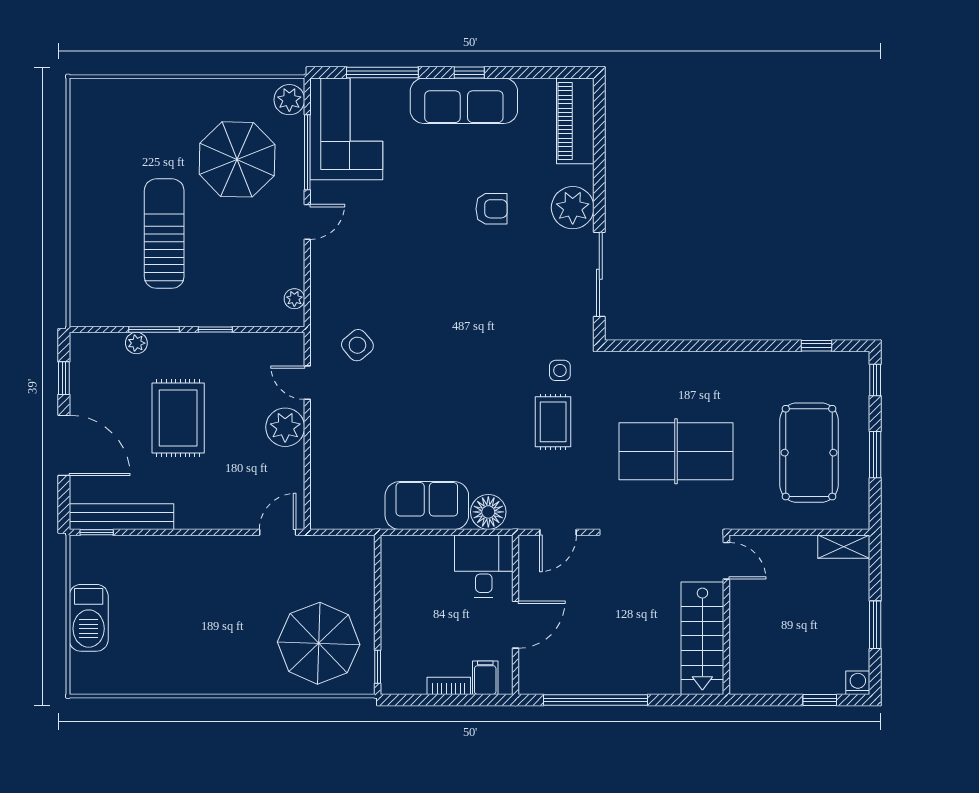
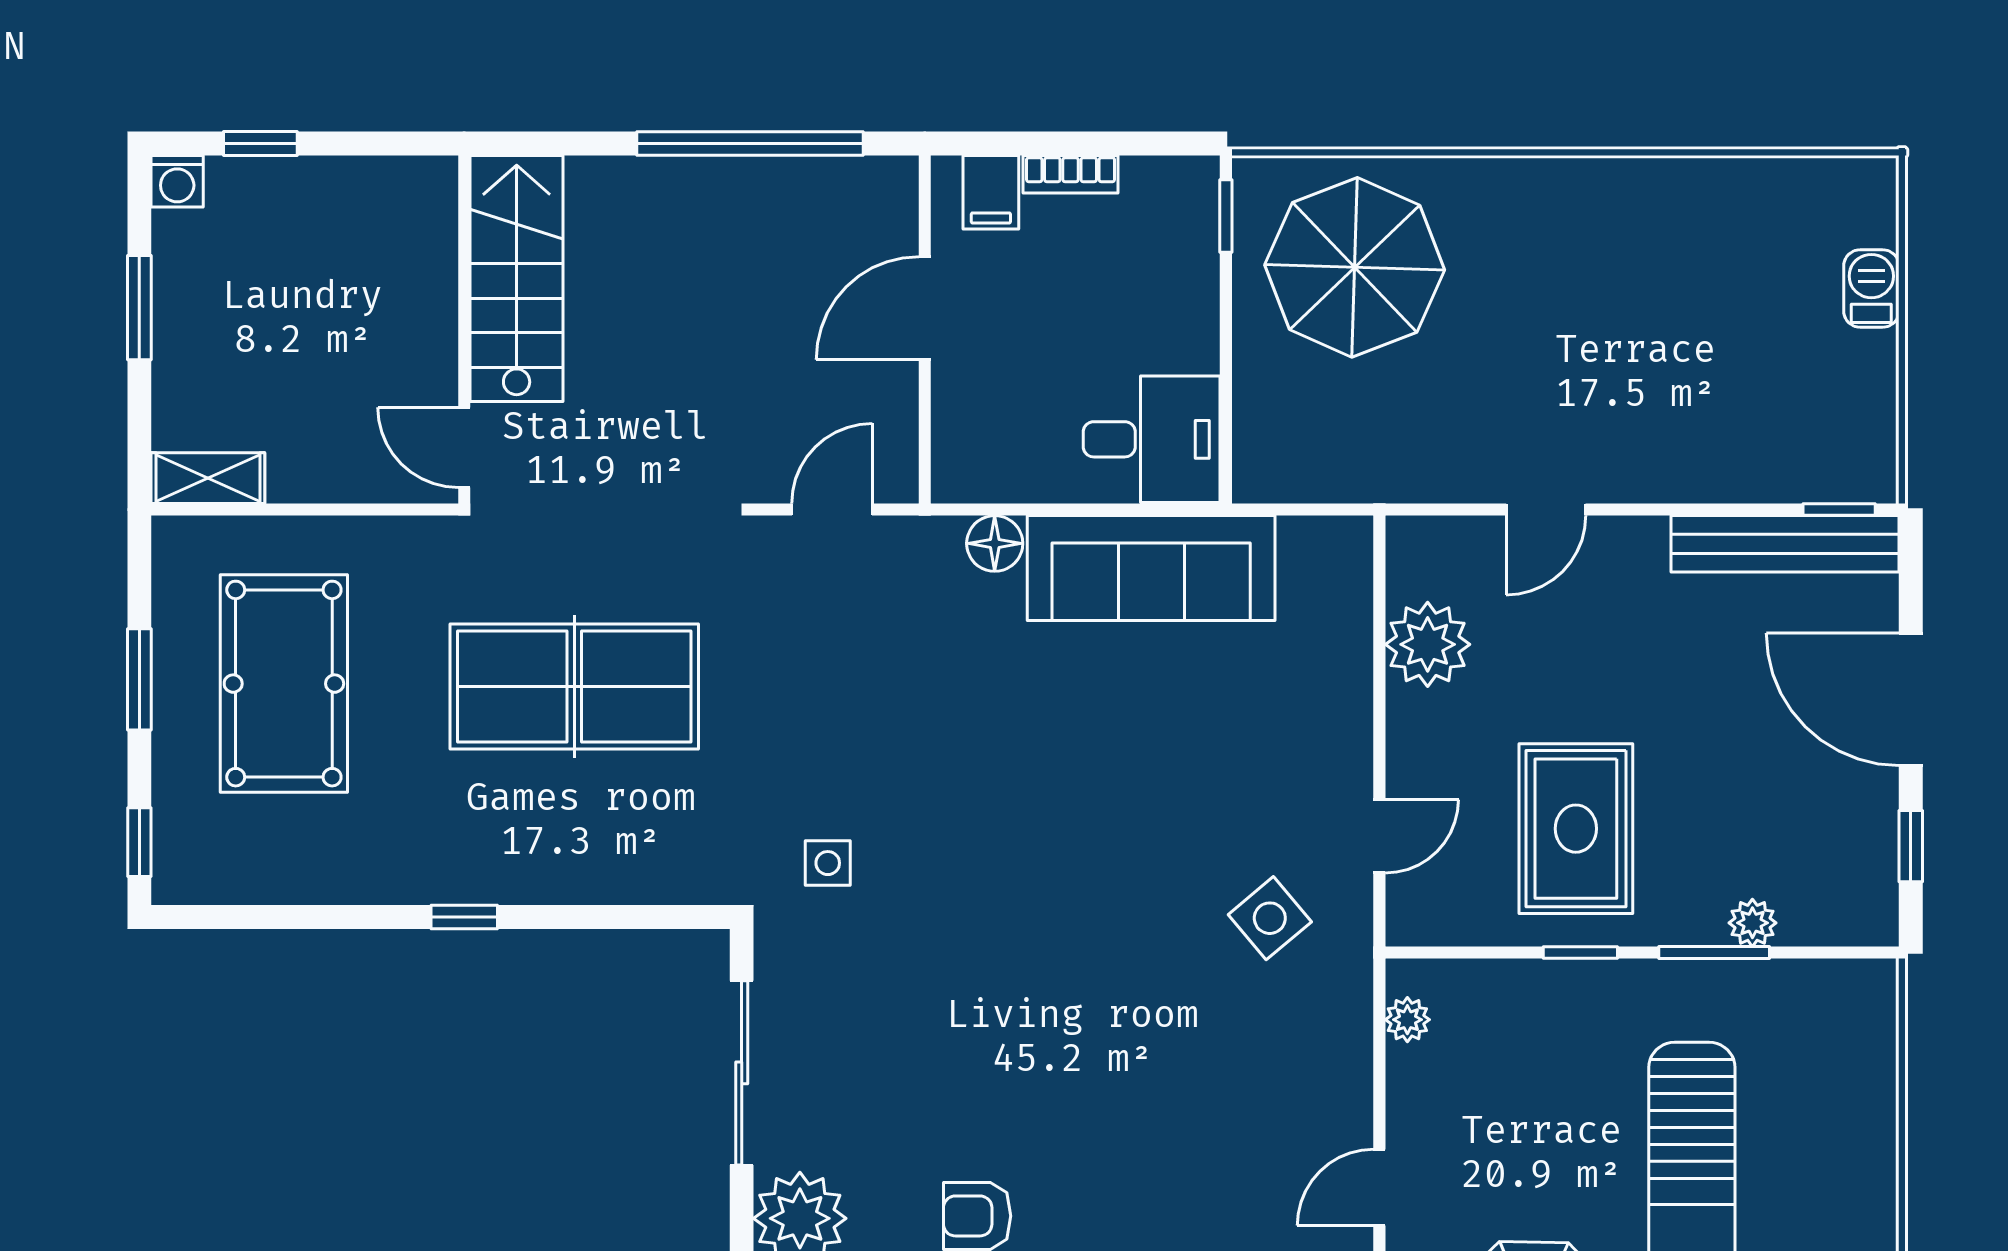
window: (817, 346) -> (464, 917), moved
door: (307, 383) -> (1379, 836), hinge flipped
rug: (178, 418) -> (1576, 829), moved
rug: (553, 422) -> (843, 751), removed
plant: (285, 427) -> (1428, 644), moved
sofa: (427, 506) -> (1151, 568), width x1.36
floor lamp: (488, 512) -> (995, 543), width x0.73, depth x0.73
door: (278, 532) -> (1546, 510), moved
desk: (484, 566) -> (1152, 439), moved, turned -90
barbecue: (89, 618) -> (1871, 288), width x0.53, depth x0.65

